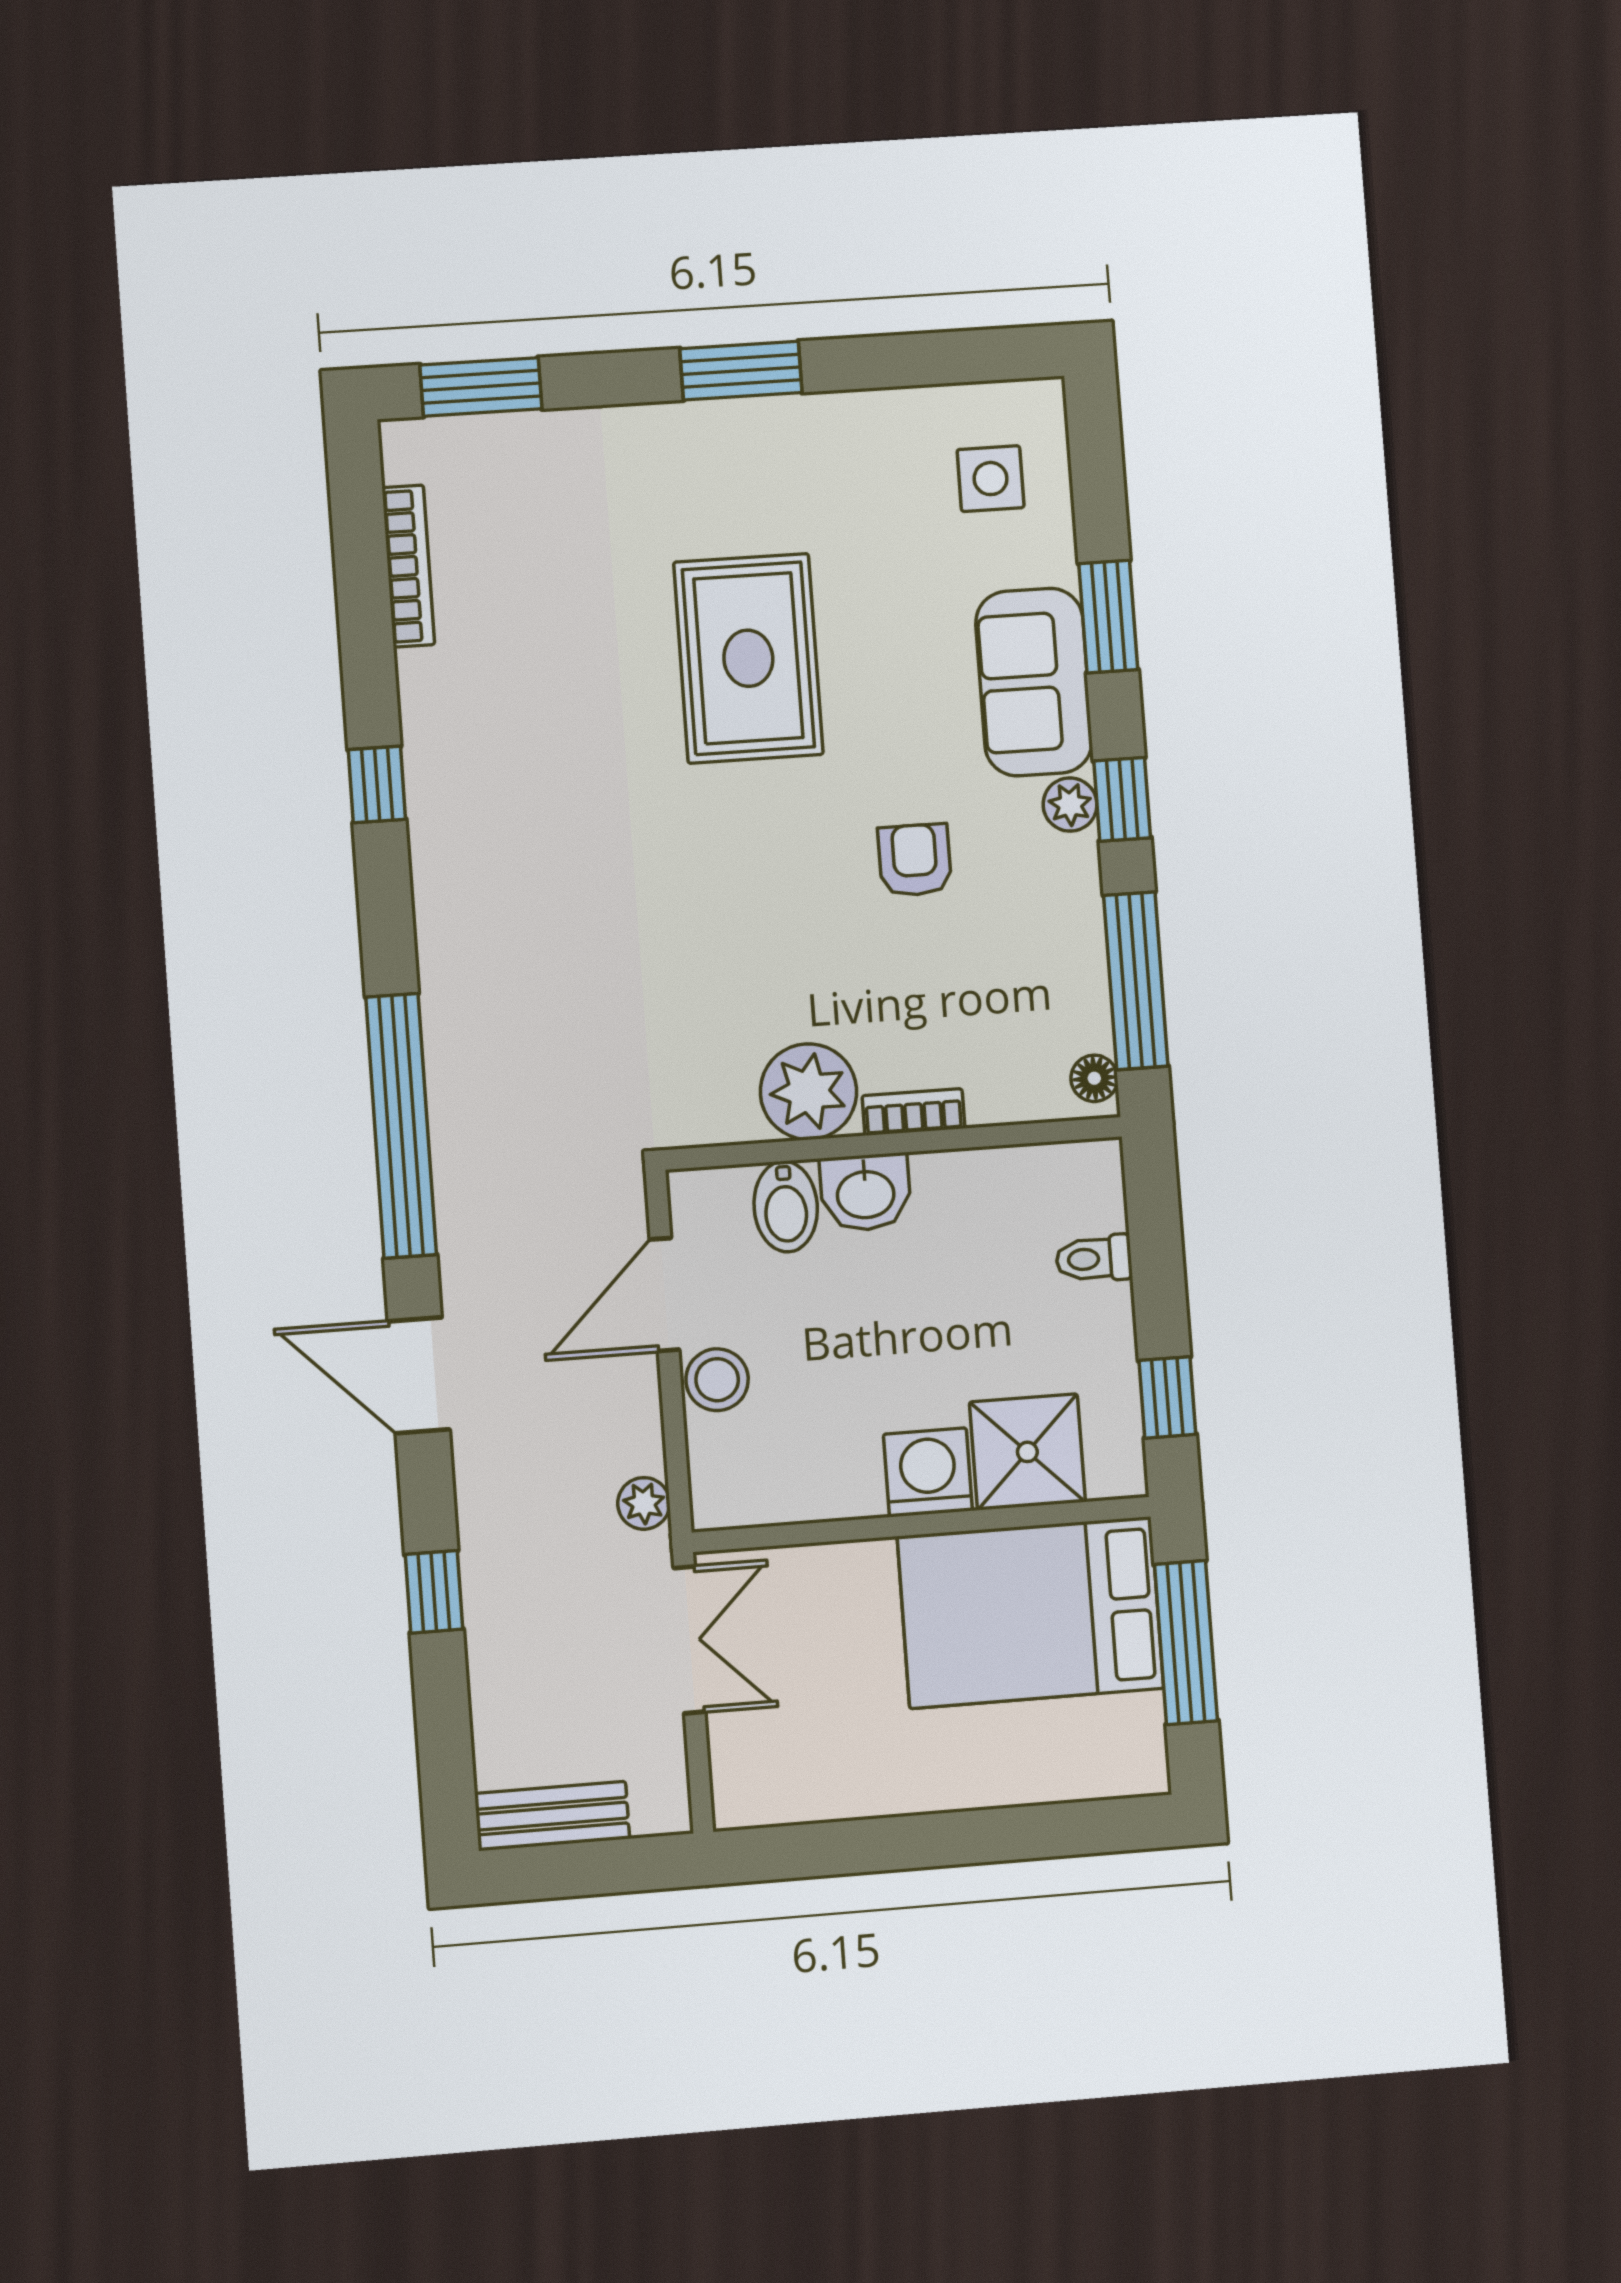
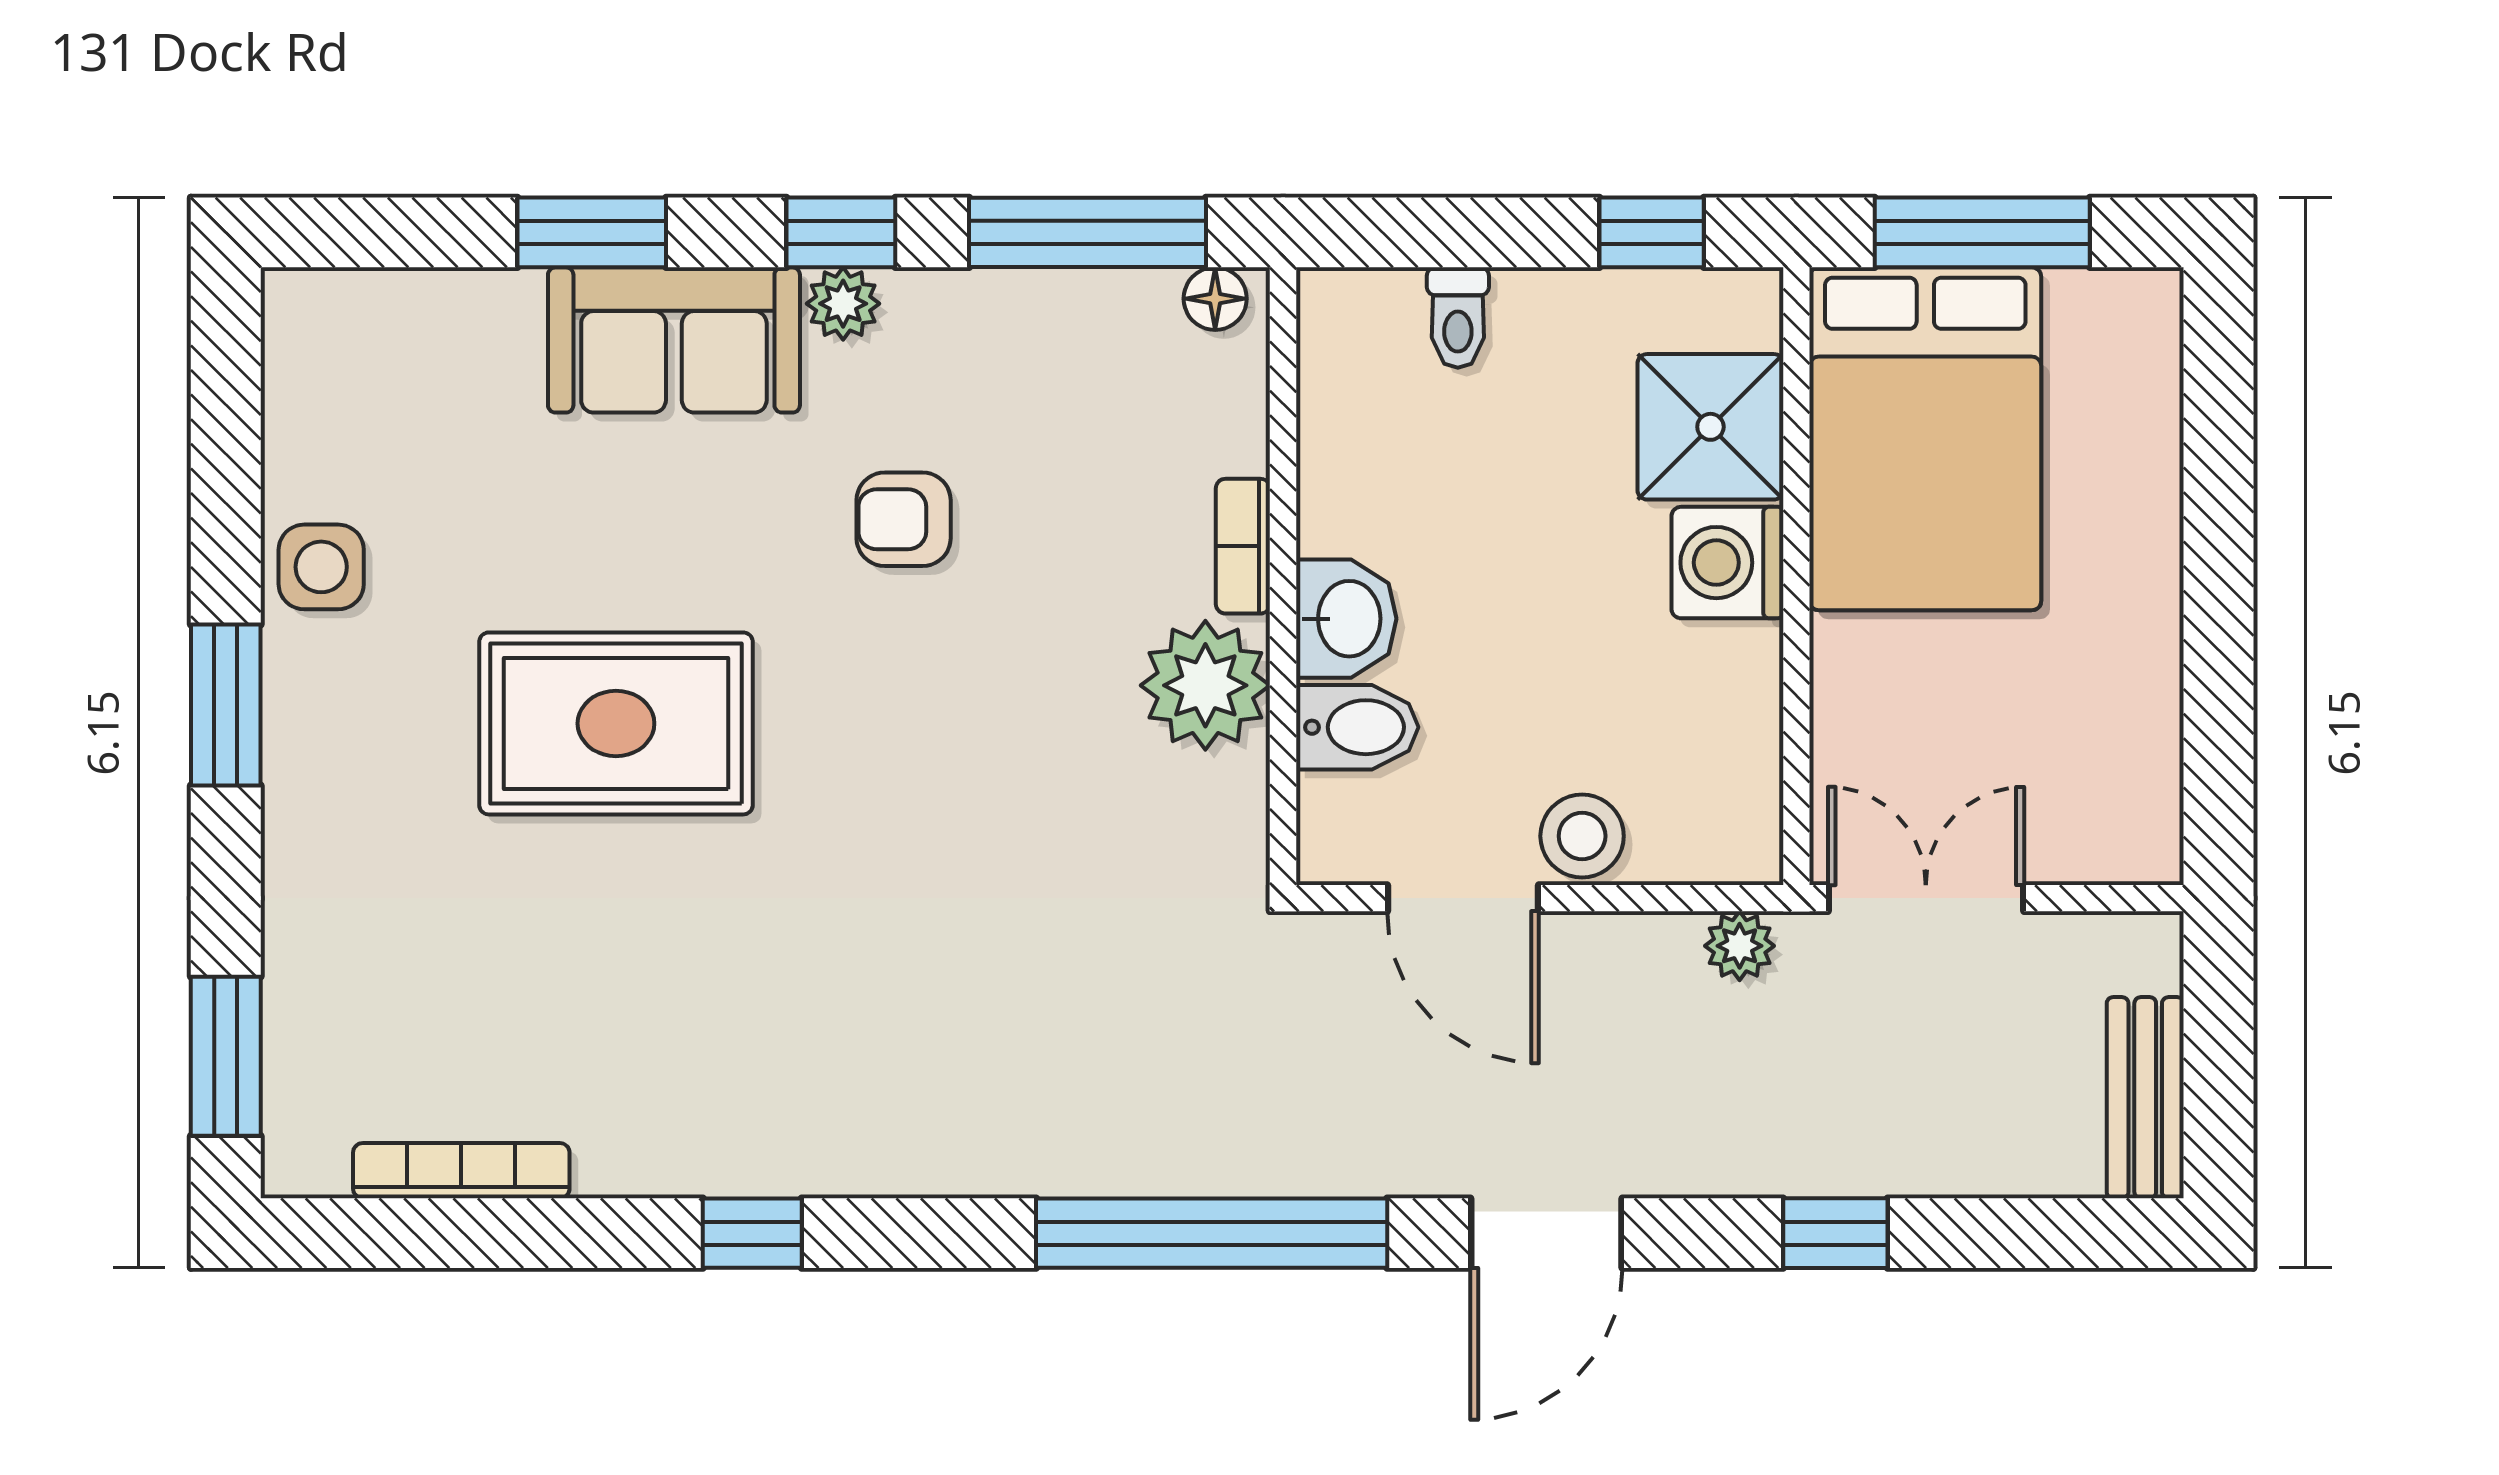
side table: (991, 479) -> (321, 567), moved

